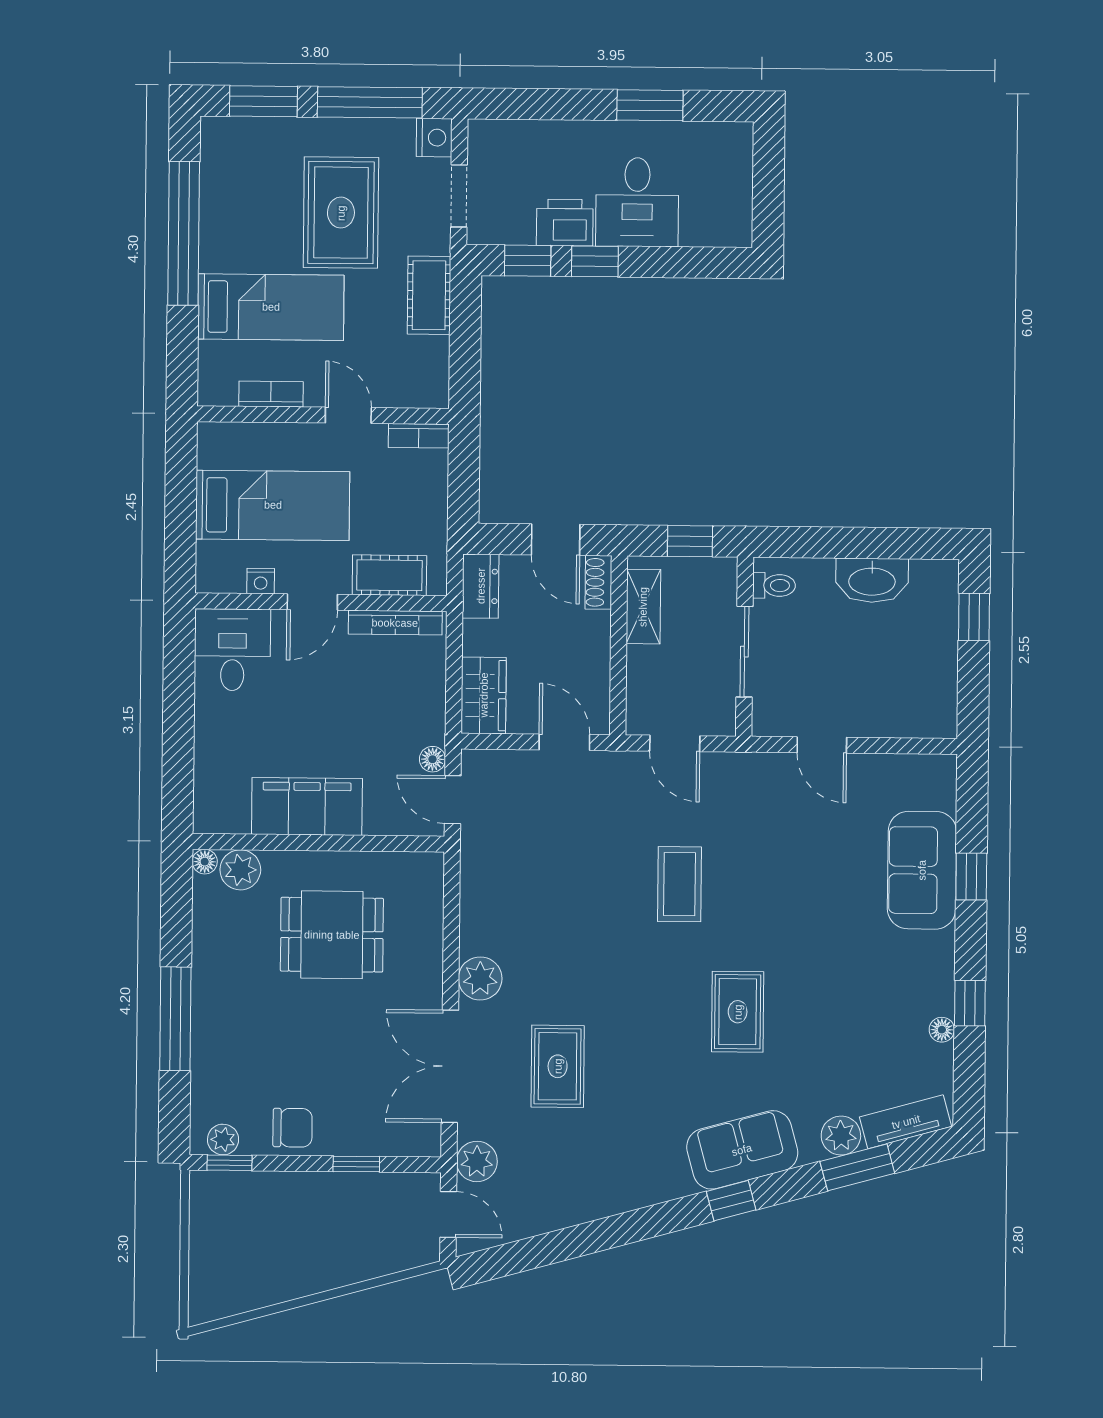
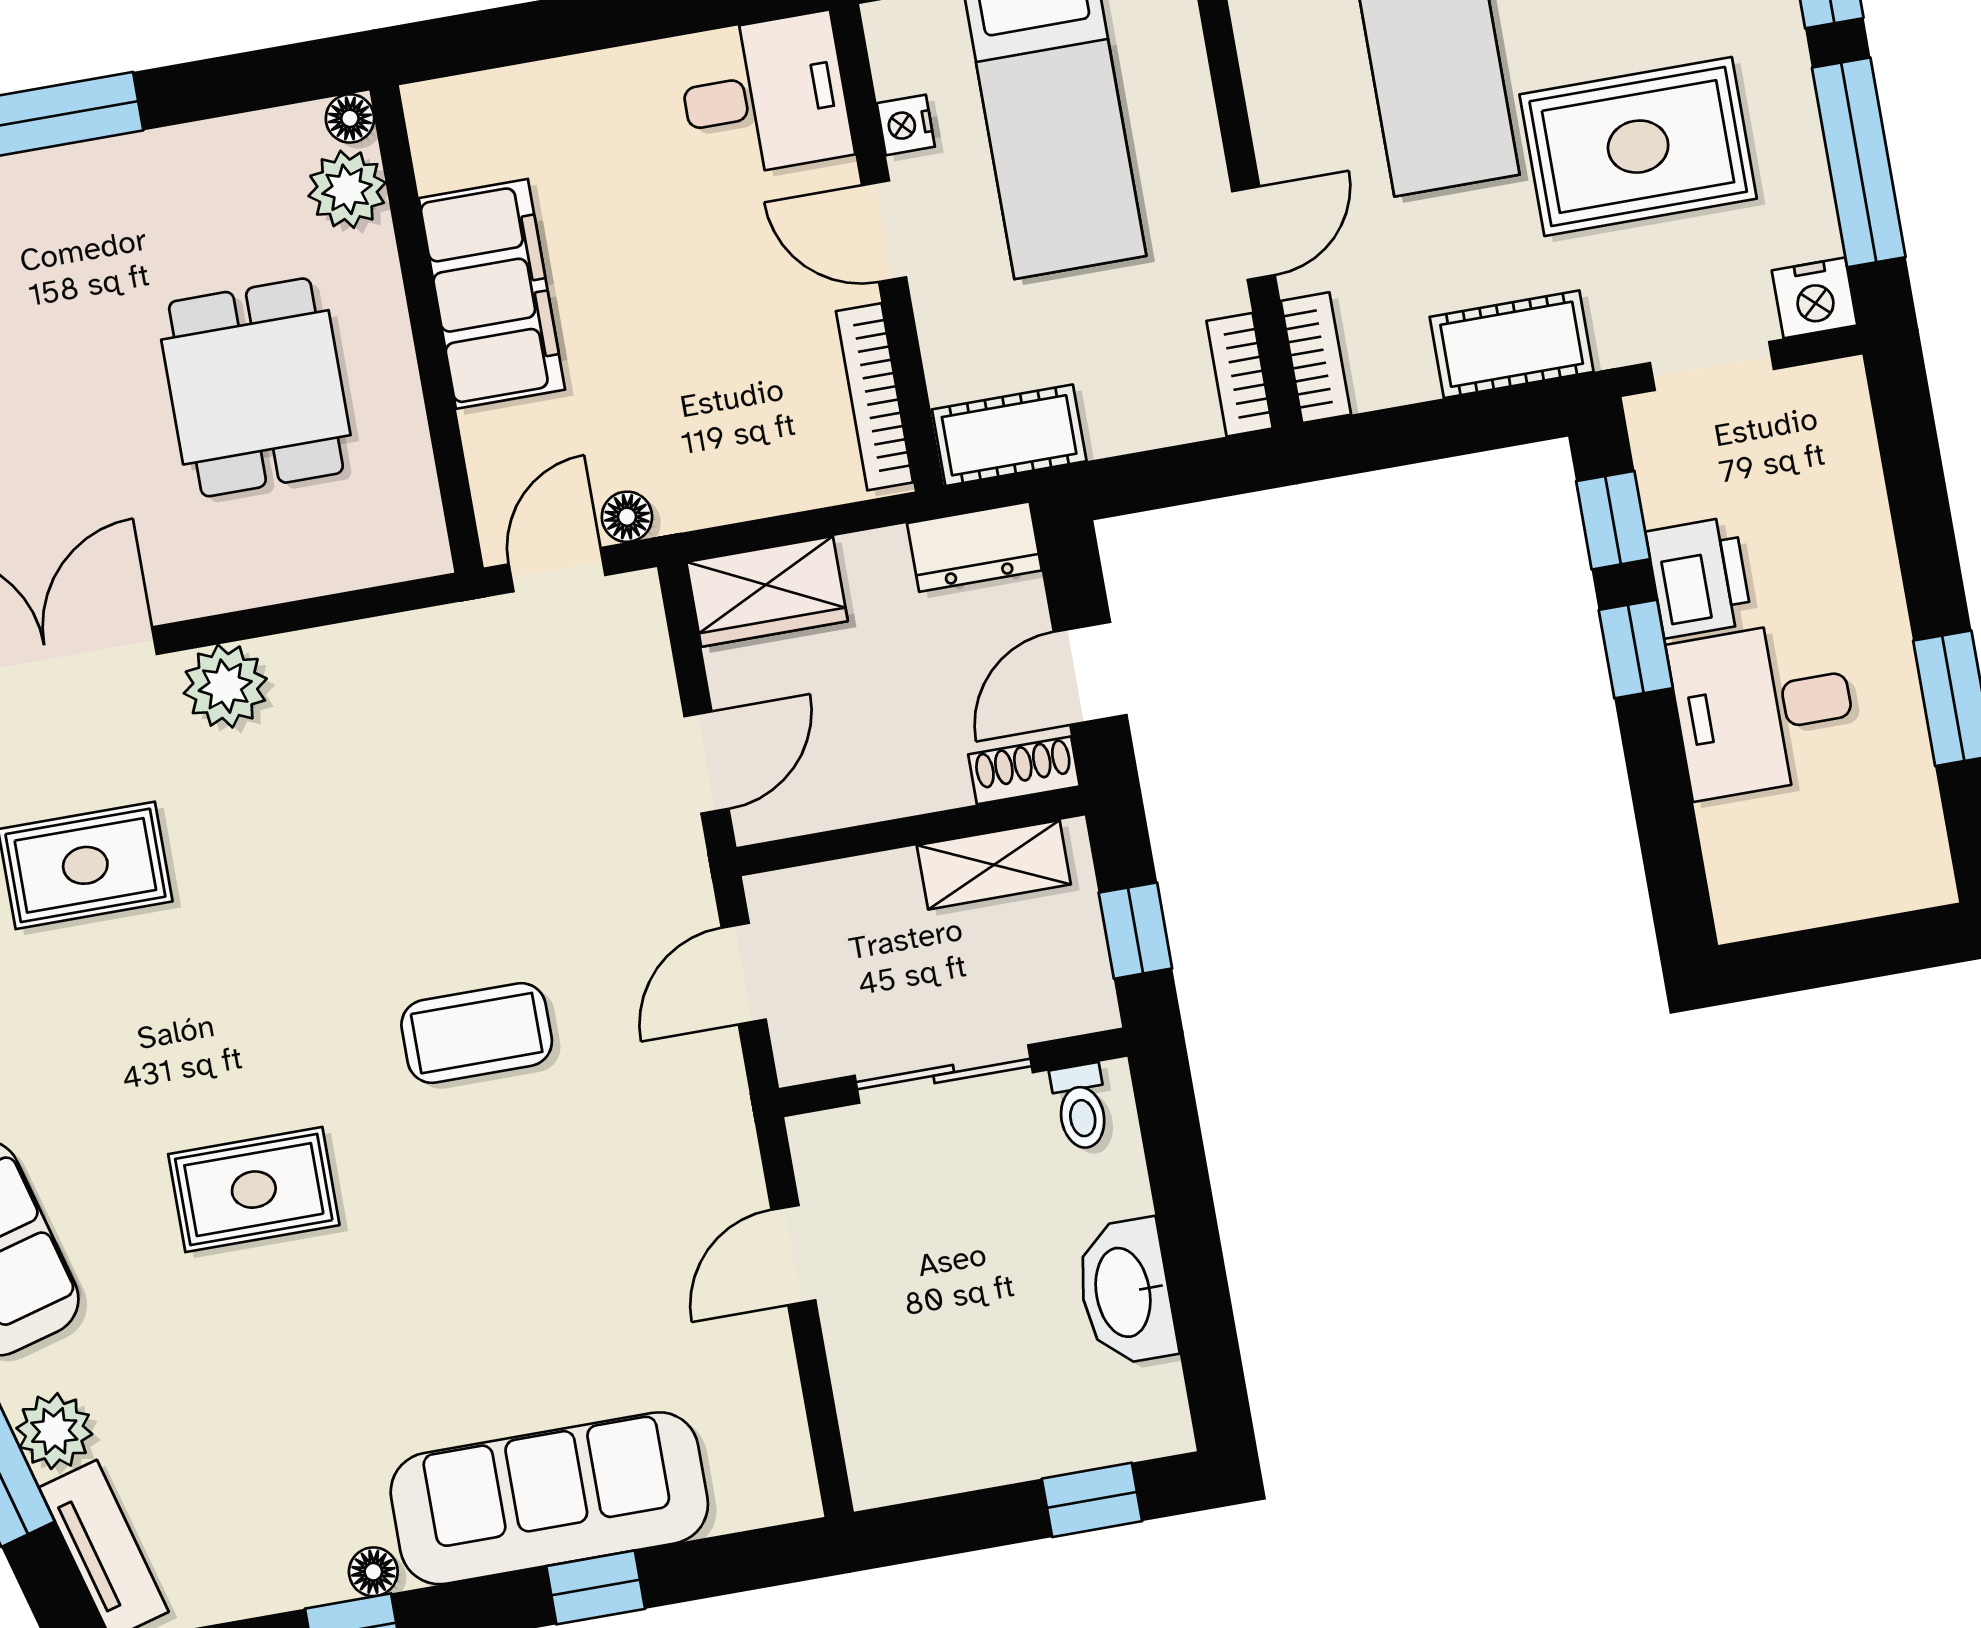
bookcase: (271, 394) -> (1316, 358), moved
cot: (389, 575) -> (1009, 435), moved, turned 90
sofa: (922, 870) -> (549, 1498), width x1.36
floor lamp: (942, 1030) -> (373, 1572), moved

